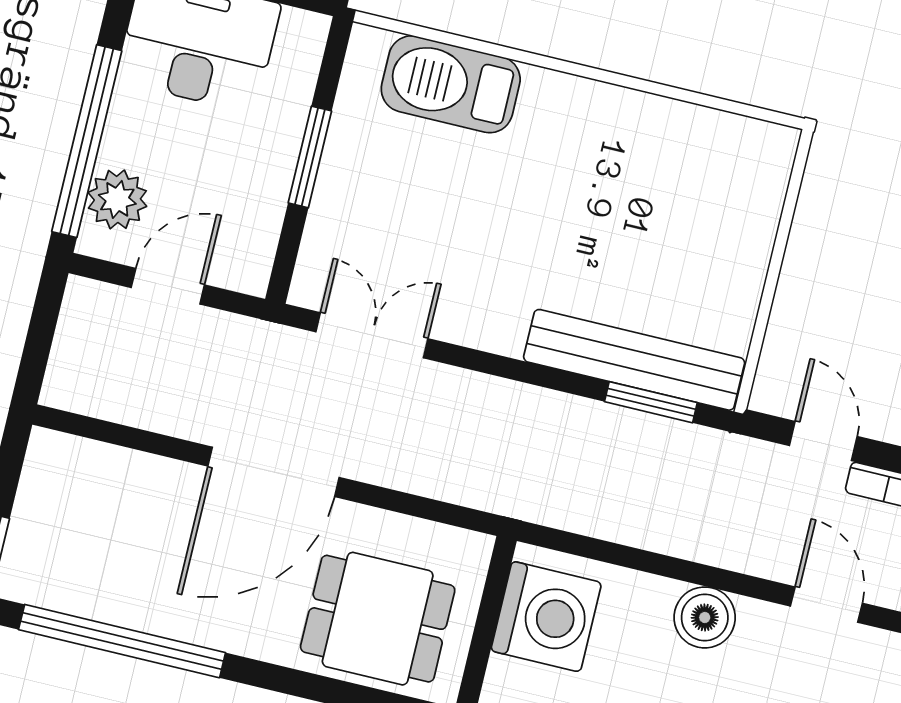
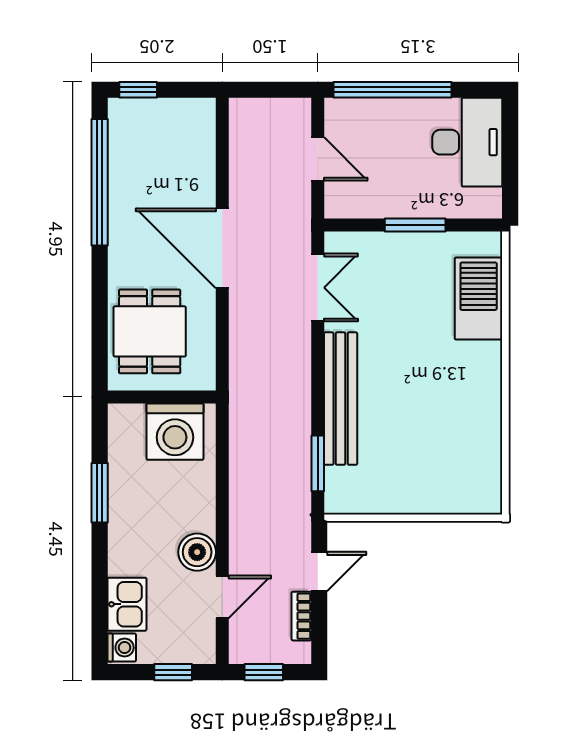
plant: (117, 199) -> (362, 116), removed
bench: (634, 360) -> (341, 399), moved
boiler: (705, 617) -> (197, 552), moved

